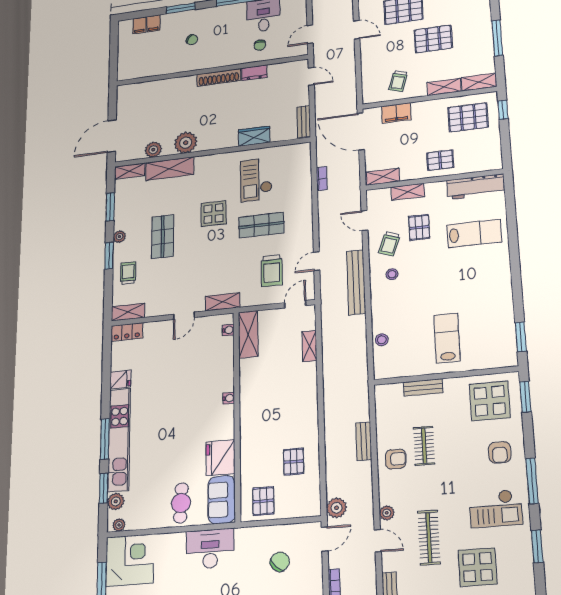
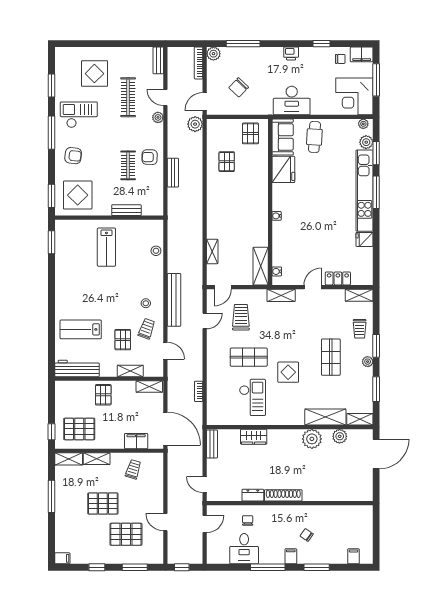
filing cabinet: (153, 23) -> (291, 556), moved
pallet: (440, 160) -> (103, 395), turned 90
locker: (127, 332) -> (338, 278), moved
armchair: (500, 452) -> (73, 156), turned 97

